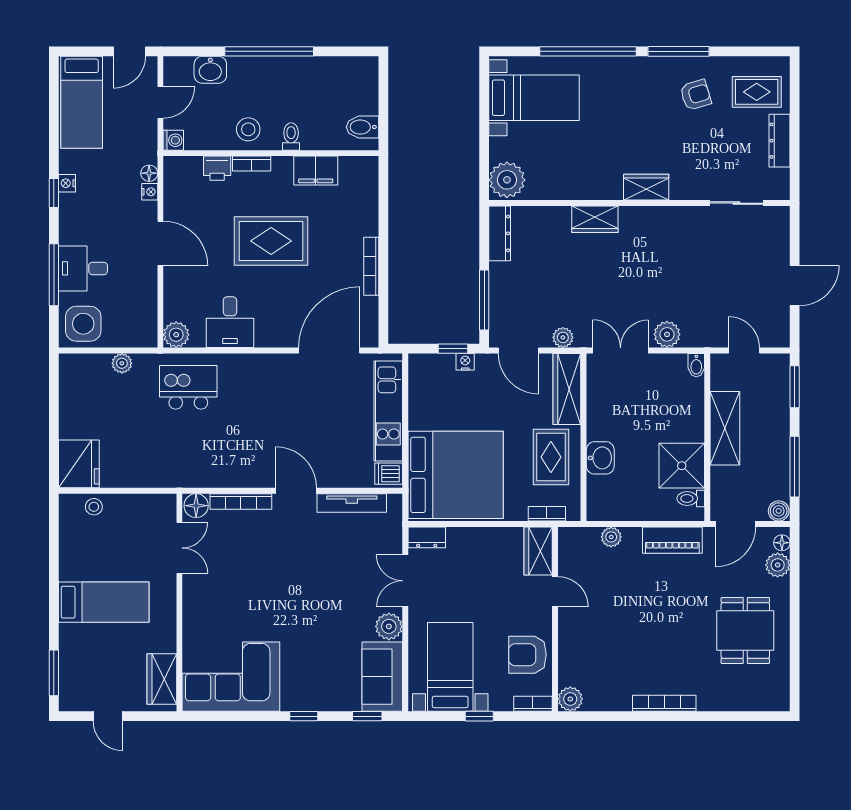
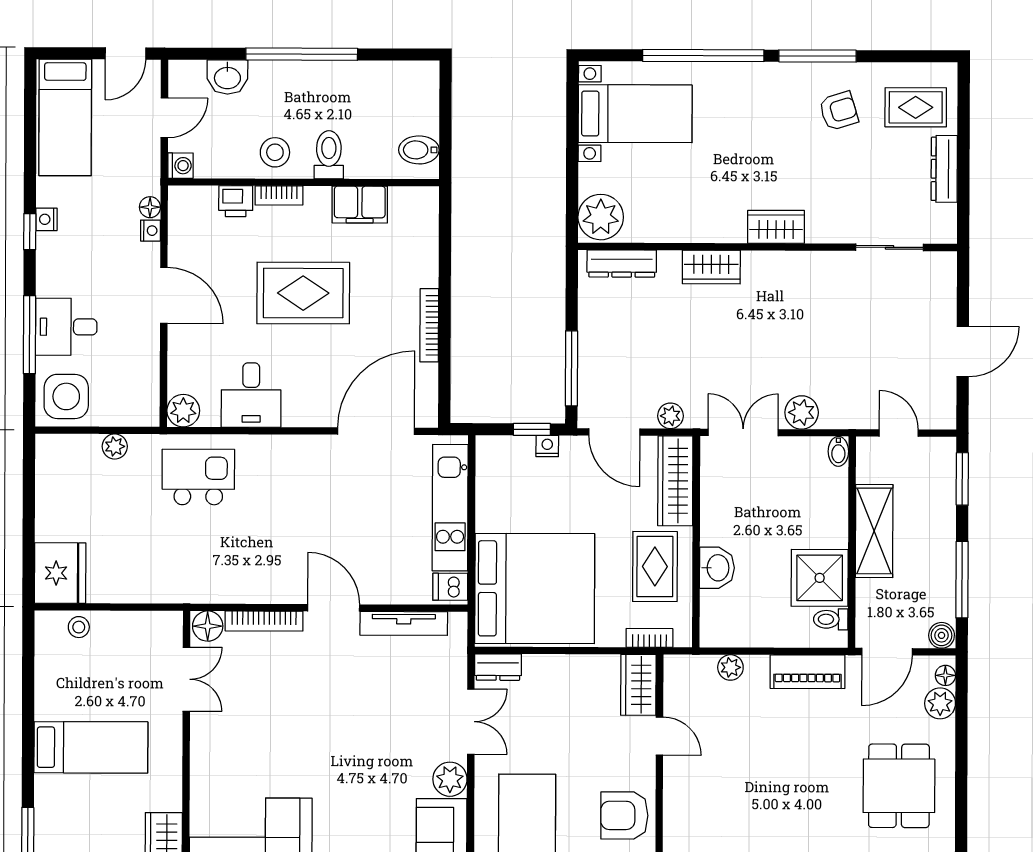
toilet: (291, 136) -> (329, 155), width x1.37, depth x1.39
dresser: (500, 233) -> (622, 264), moved, turned 90
double door: (405, 581) -> (471, 722), swing flipped

